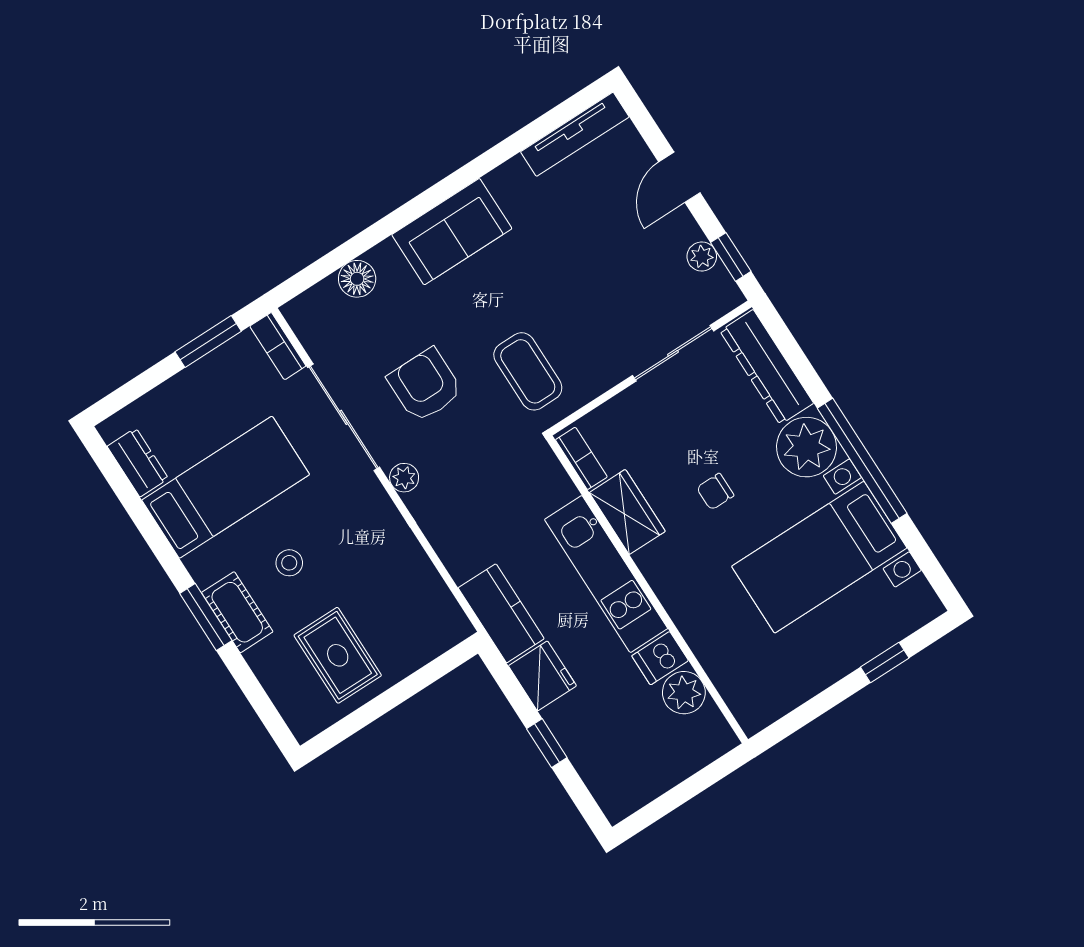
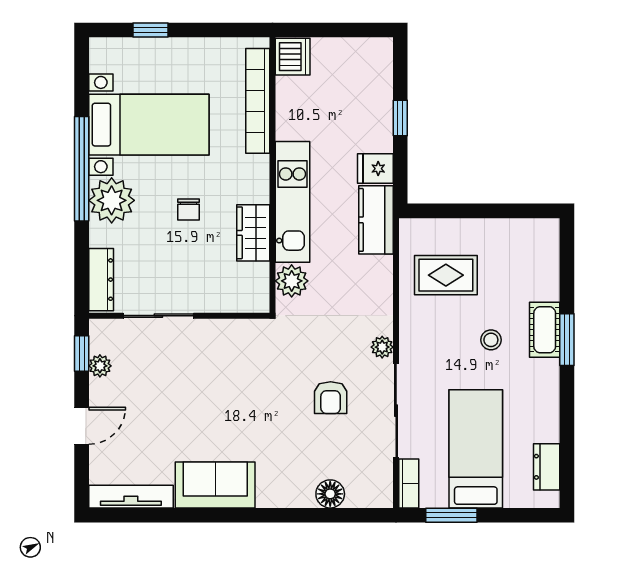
sofa: (452, 232) -> (215, 485), moved
dresser: (767, 367) -> (101, 280), width x0.73, depth x0.80
coffee table: (528, 371) -> (259, 364), removed
armchair: (425, 385) -> (331, 398), width x0.72, depth x0.72
bookcase: (581, 458) -> (258, 101), moved, width x2.31, depth x1.31
bed: (226, 487) -> (476, 449), moved, turned 90
chair: (715, 492) -> (189, 210), turned 90
rug: (338, 655) -> (446, 275), moved, turned 90
dishwasher: (660, 658) -> (293, 57), moved, width x1.38
fridge: (542, 676) -> (375, 169), width x0.72
plant: (684, 693) -> (292, 281), moved

